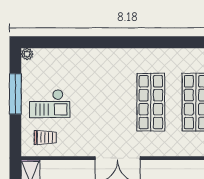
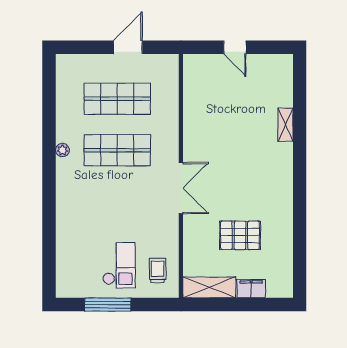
plant: (27, 54) -> (62, 150), moved

